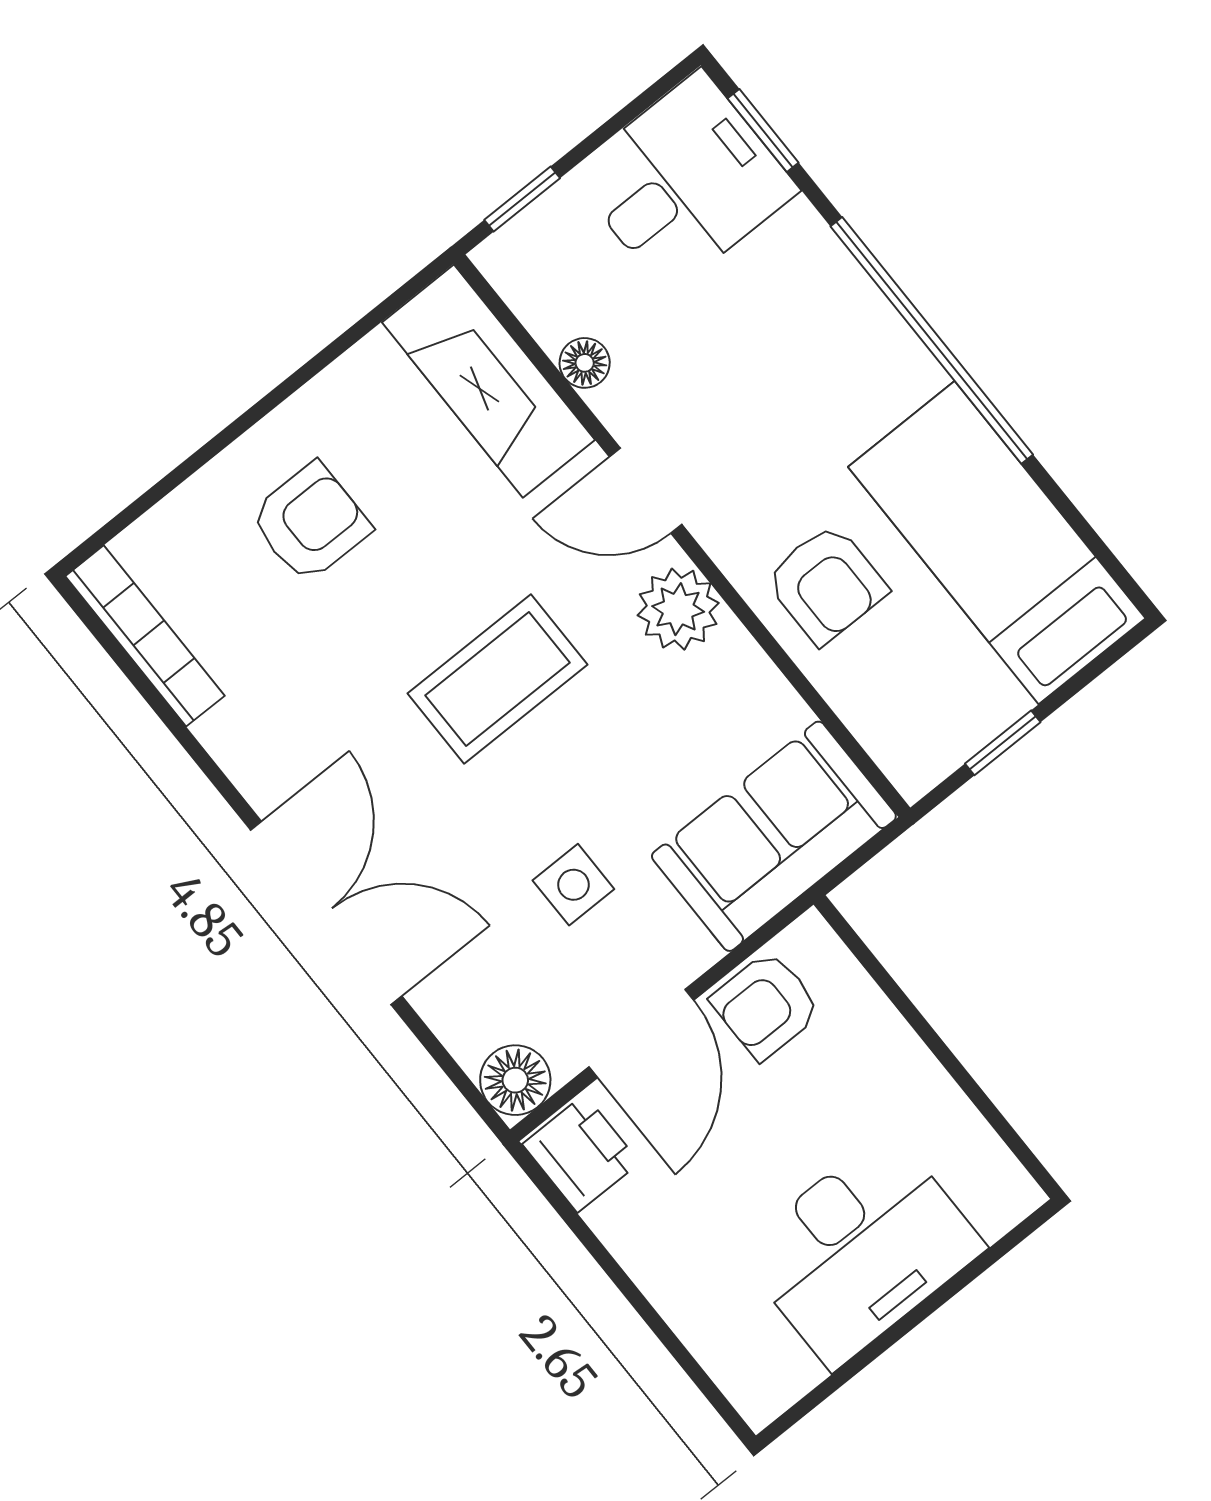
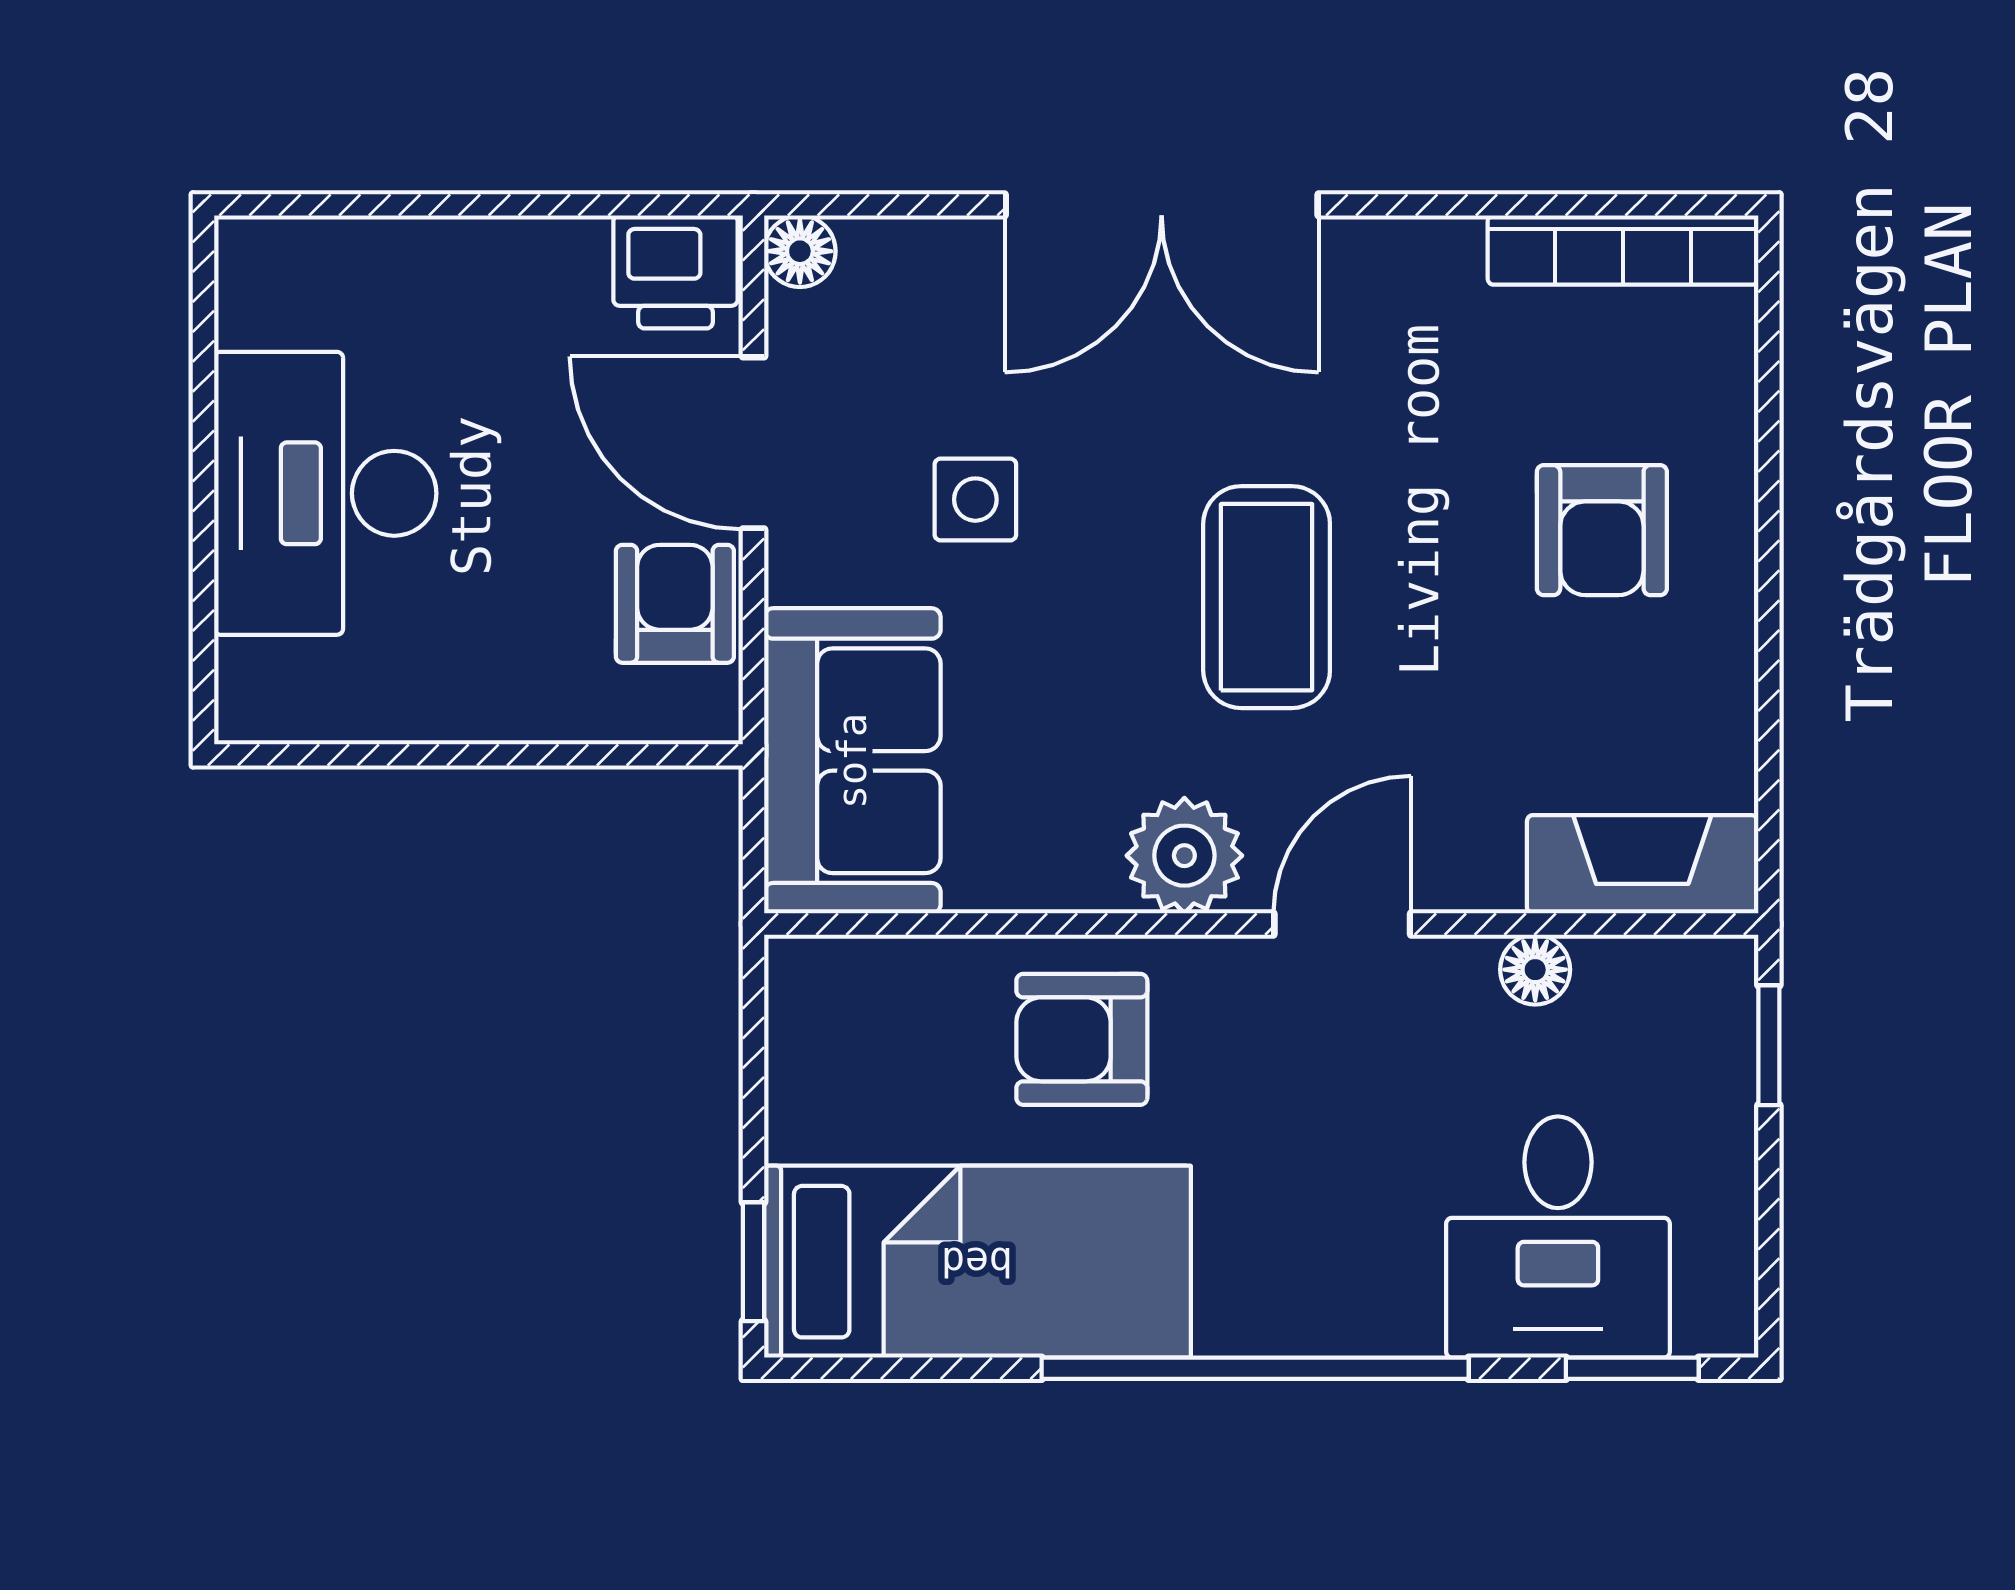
desk: (684, 182) -> (1558, 1237), moved
fireplace: (488, 381) -> (1642, 864), width x0.73, depth x0.76
window: (1003, 743) -> (754, 1262), moved
floor lamp: (515, 1080) -> (800, 251), width x0.73, depth x0.73

